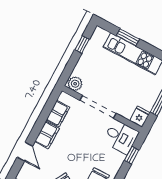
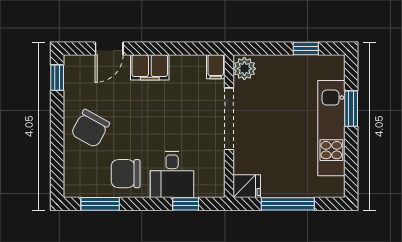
filing cabinet: (58, 114) -> (216, 67), moved, width x0.50
desk: (121, 137) -> (172, 174), moved

